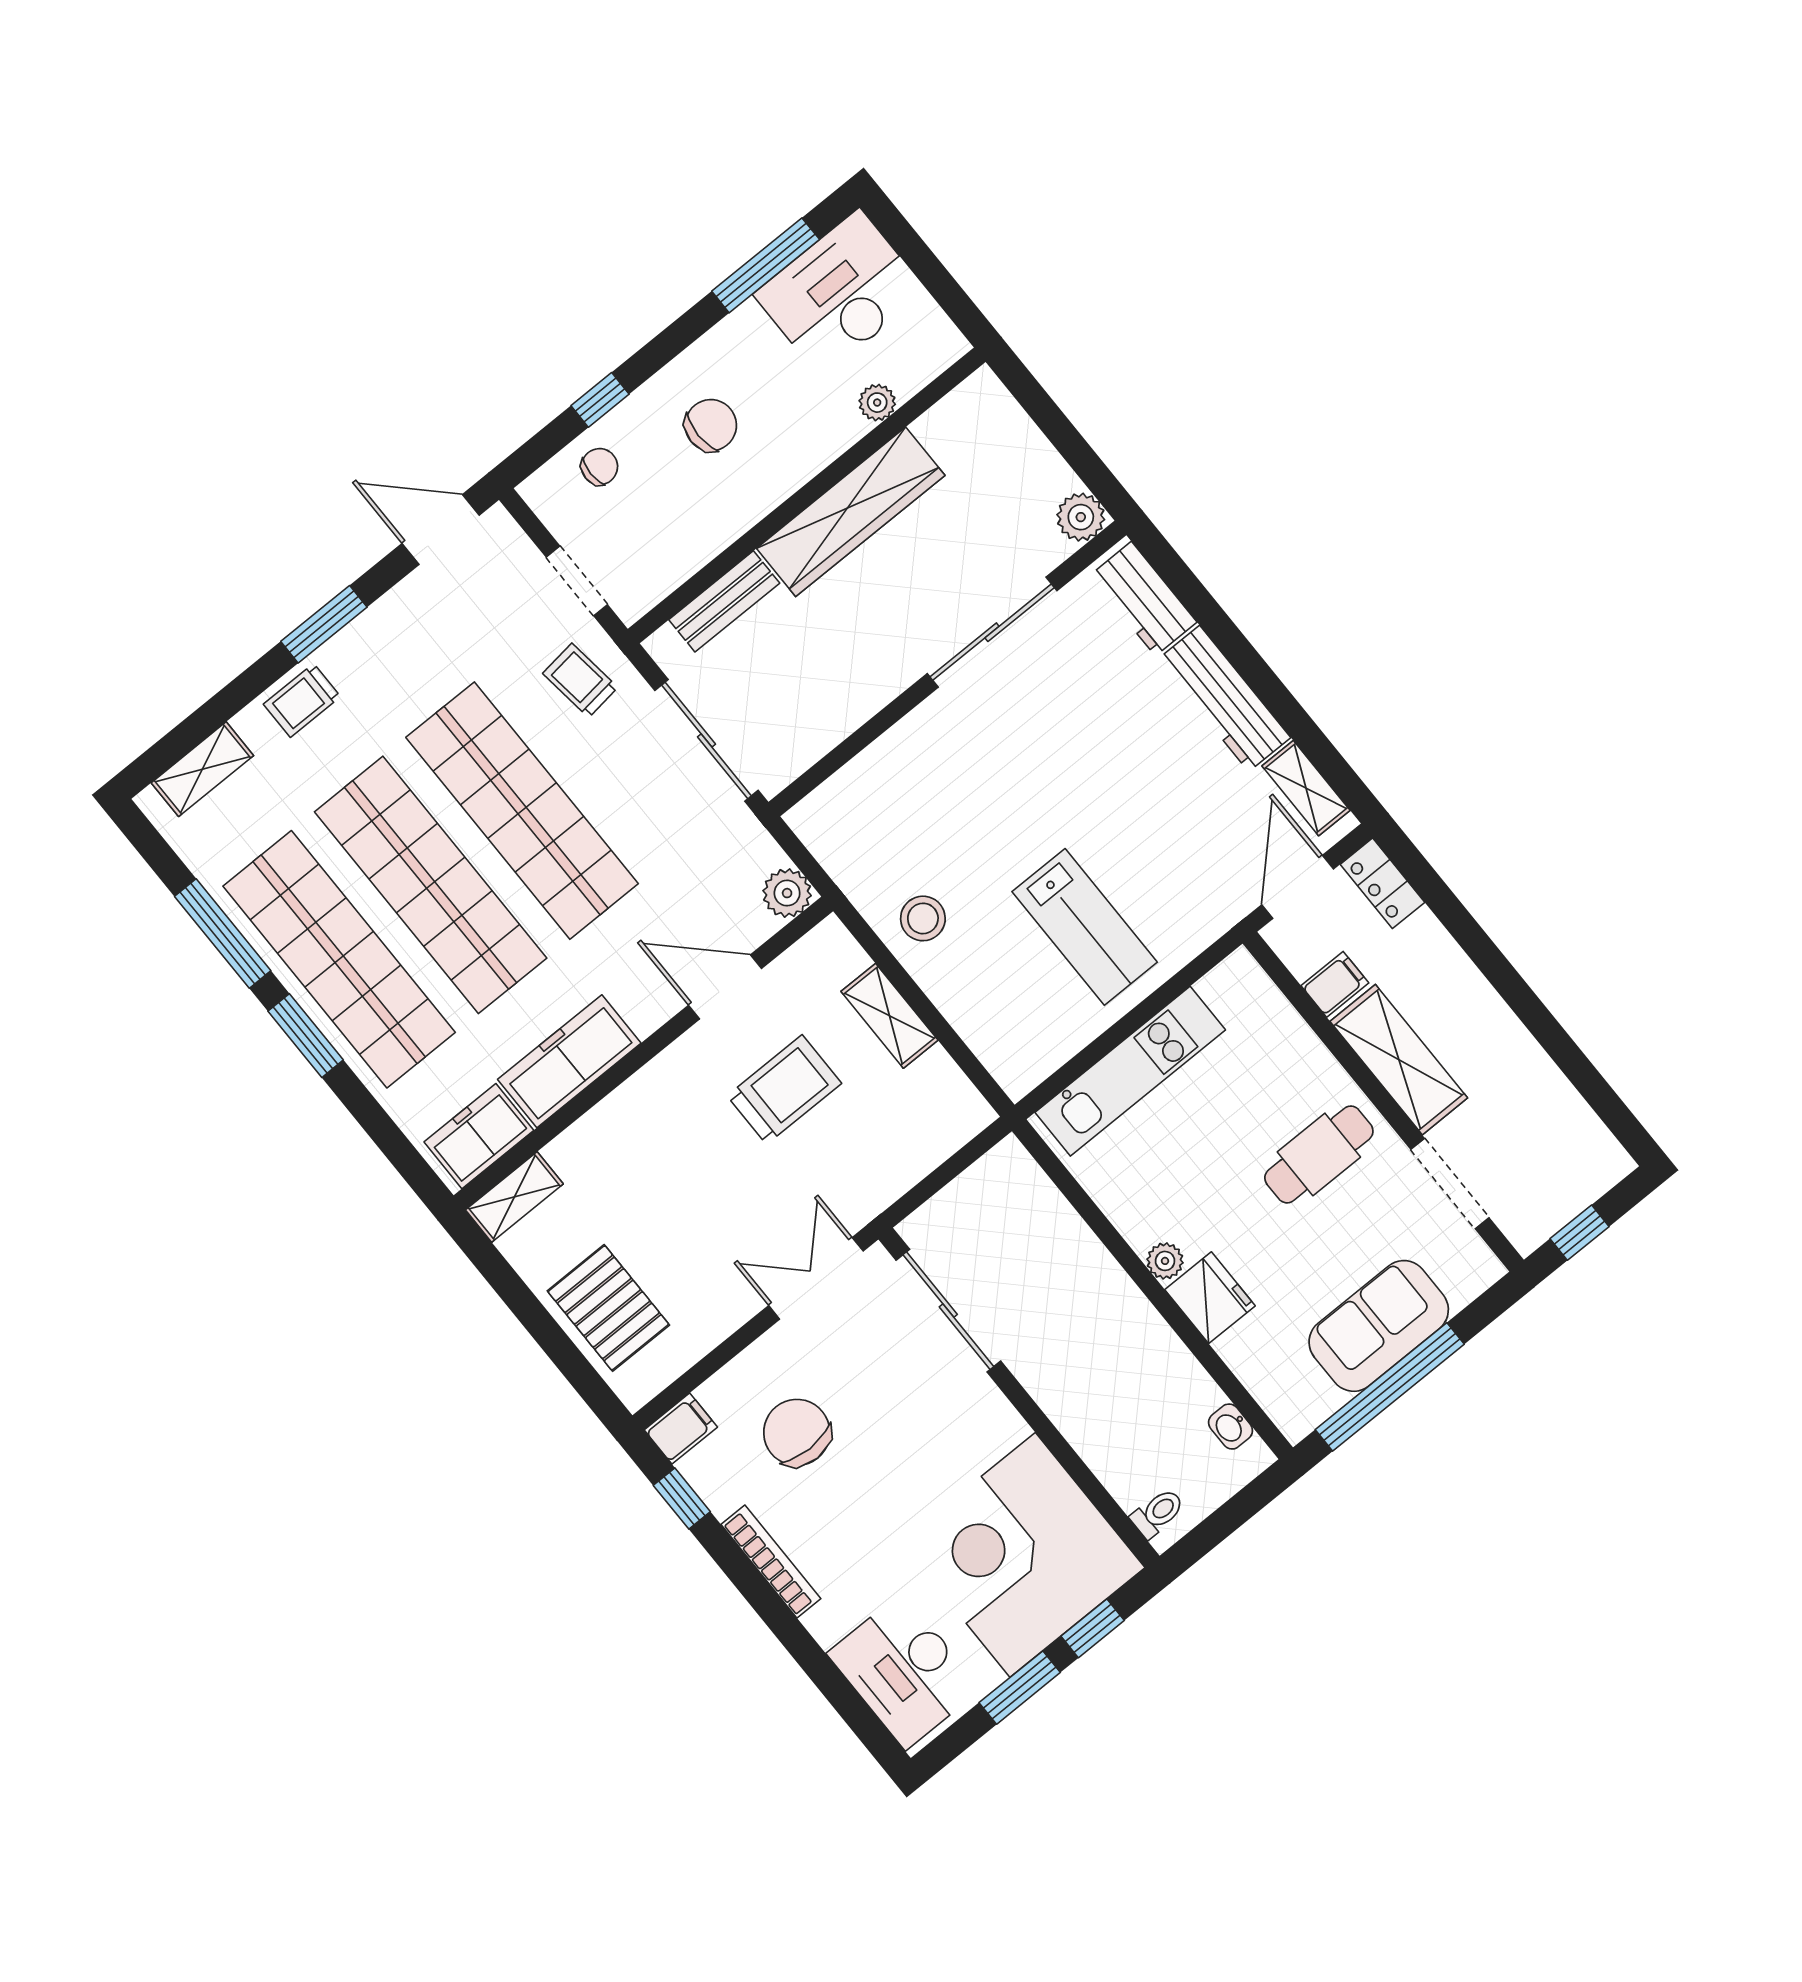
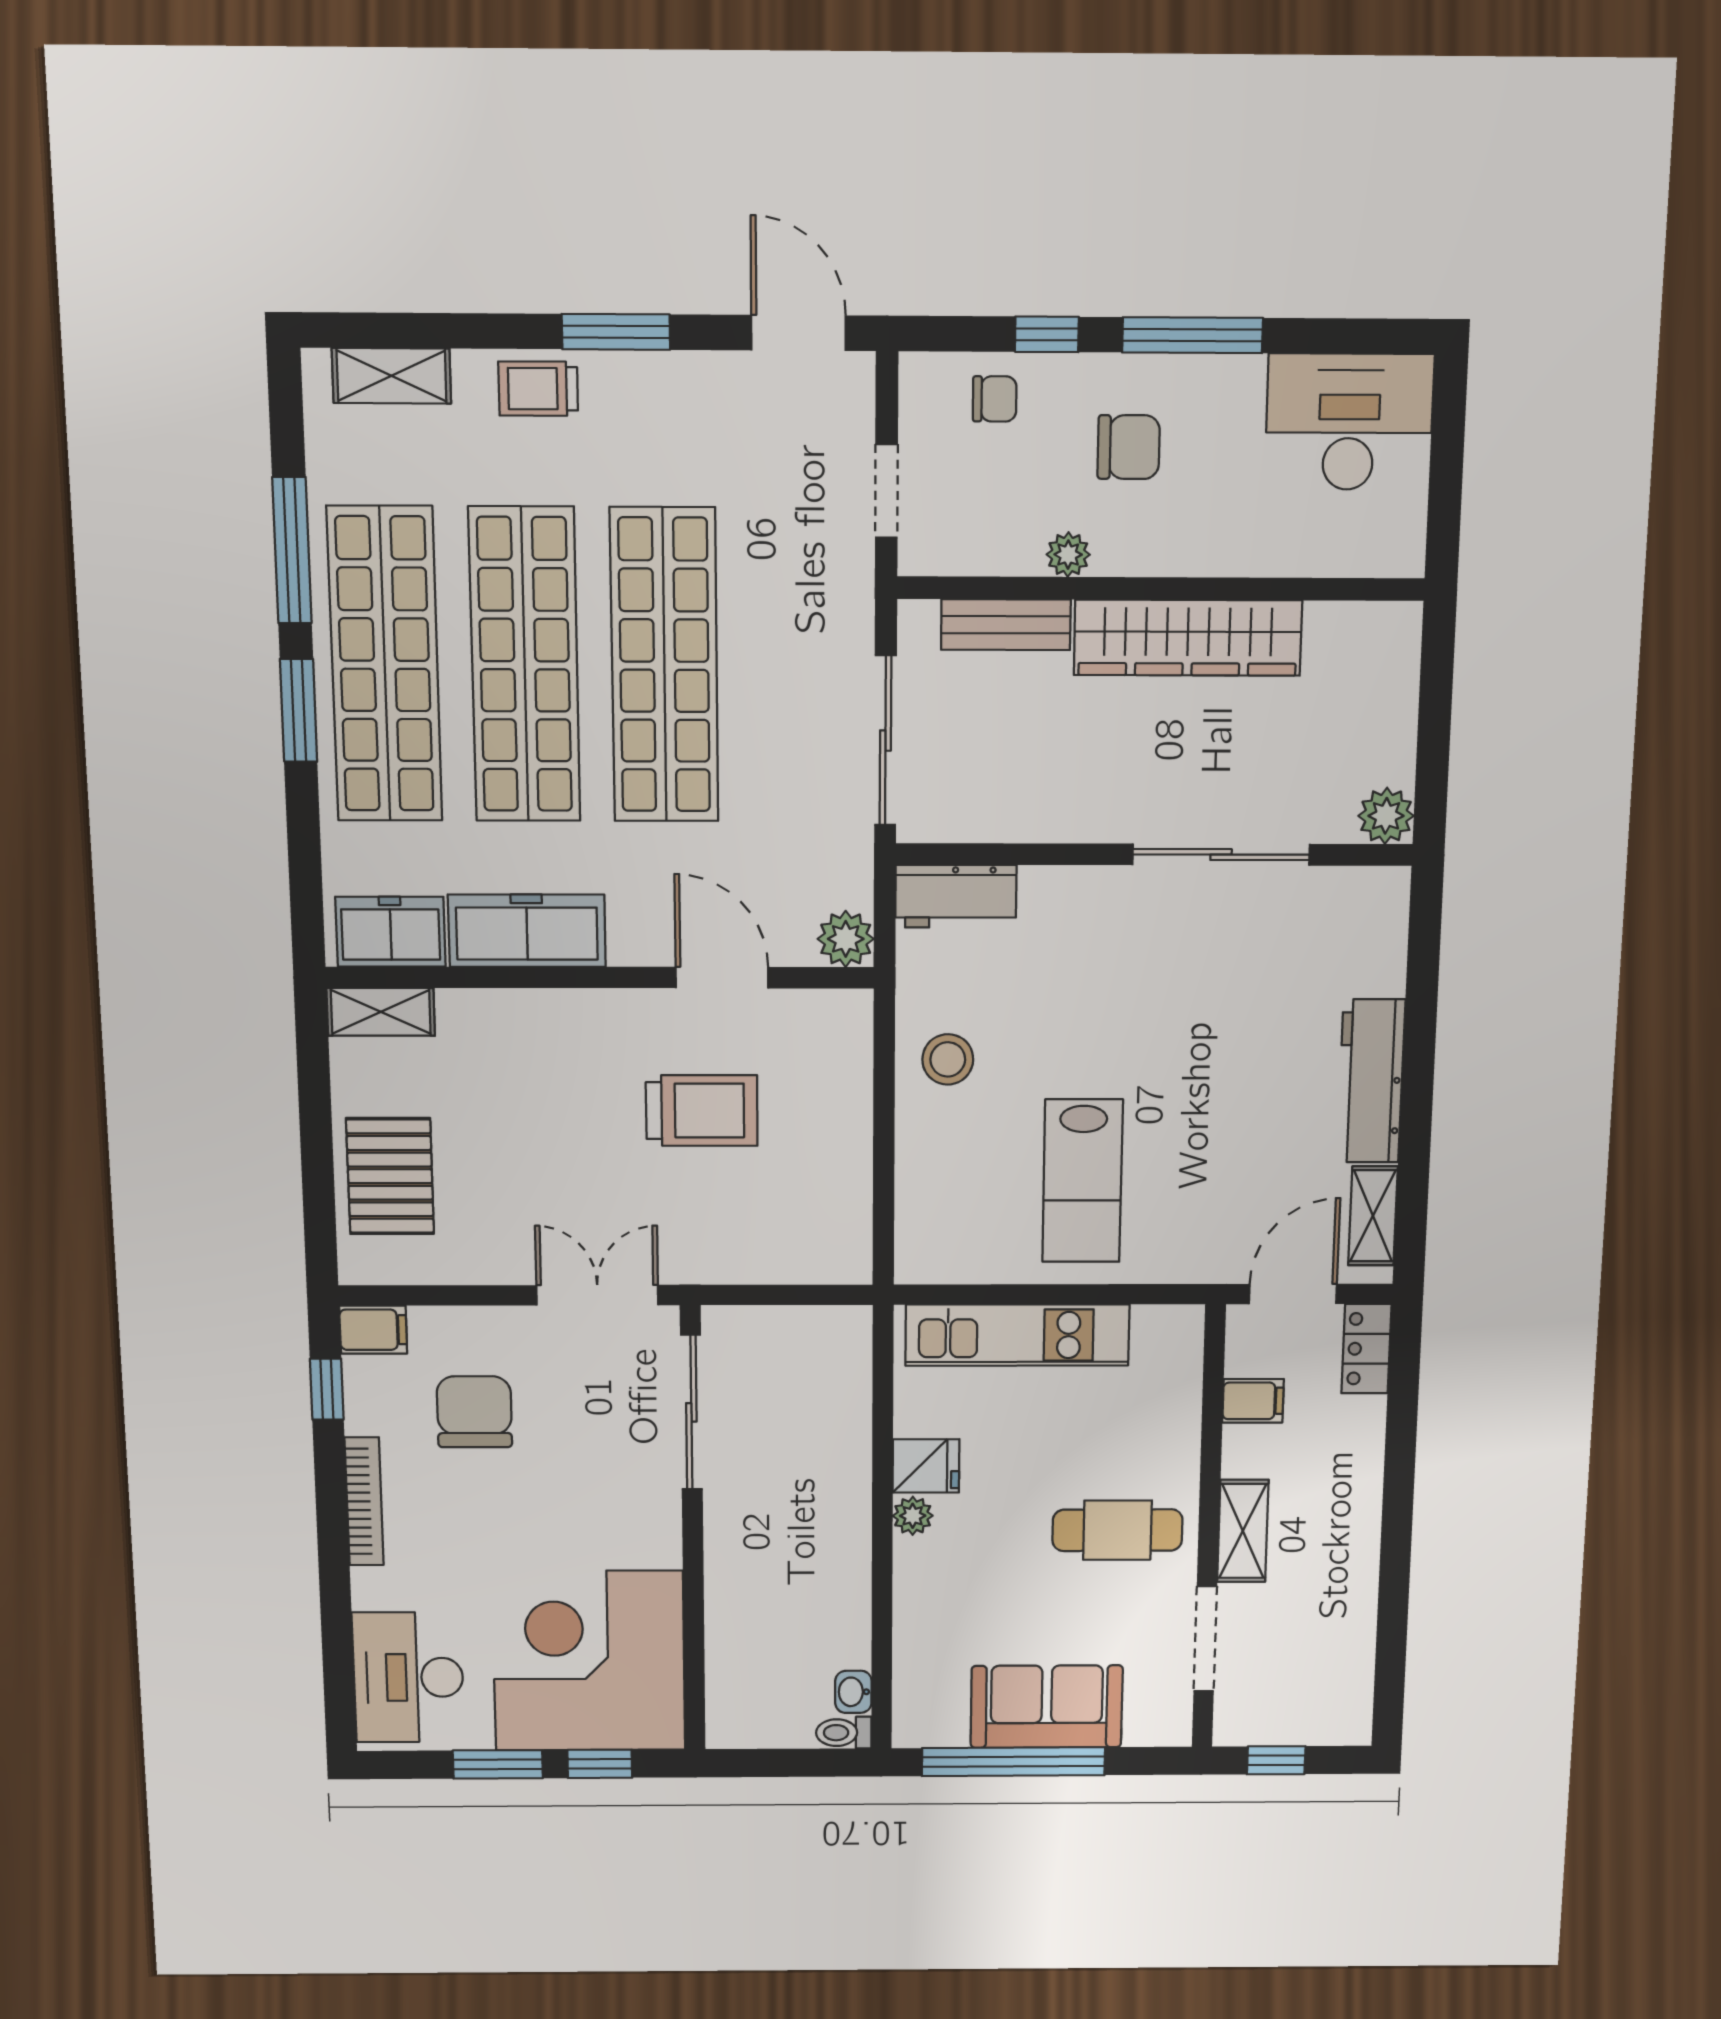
window: (766, 265) -> (1193, 335), moved
plant: (877, 403) -> (1068, 555), moved
workbench: (1143, 599) -> (956, 896), moved, turned -90
trolley: (580, 680) -> (815, 588), removed
shelving: (890, 1016) -> (848, 1121), removed
shelving: (1399, 1060) -> (1243, 1531), width x0.67, depth x0.75
fridge: (1210, 1298) -> (926, 1466), moved, width x0.72
toilet: (1158, 1513) -> (844, 1733), moved, turned 180

